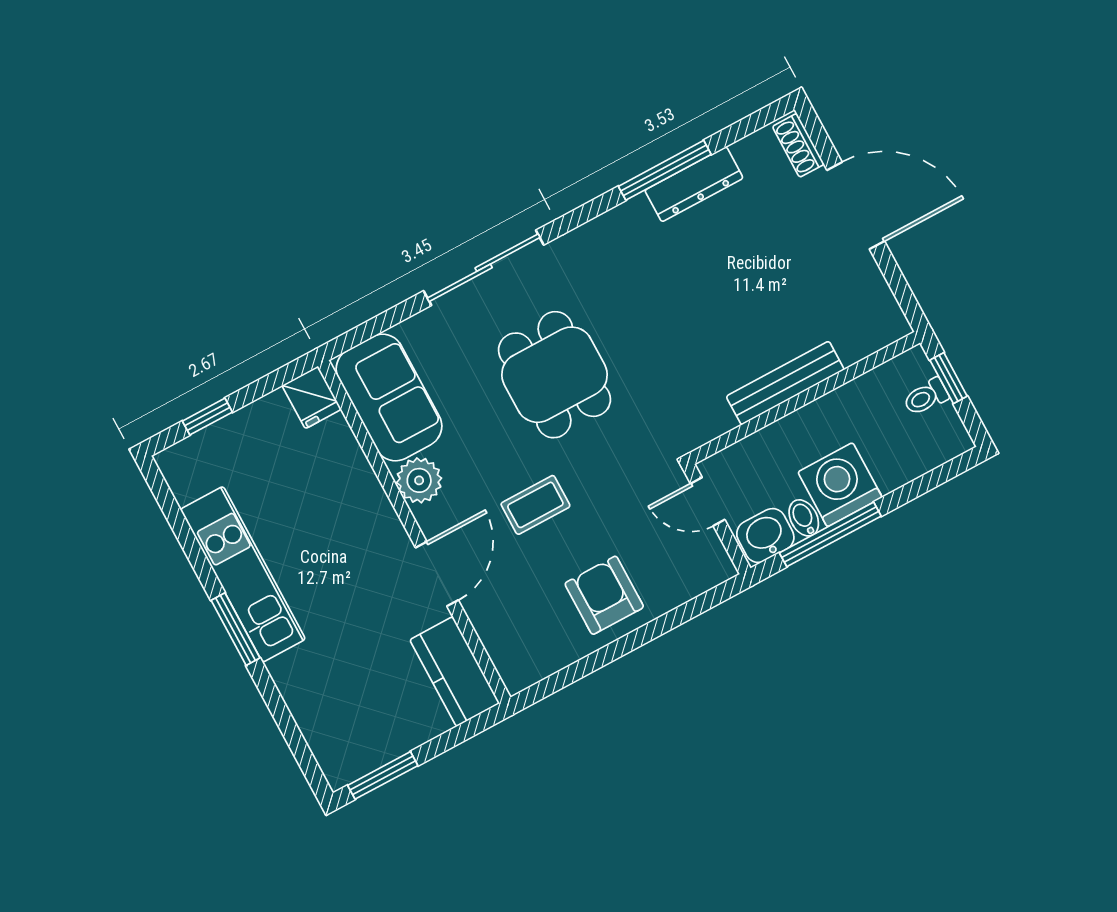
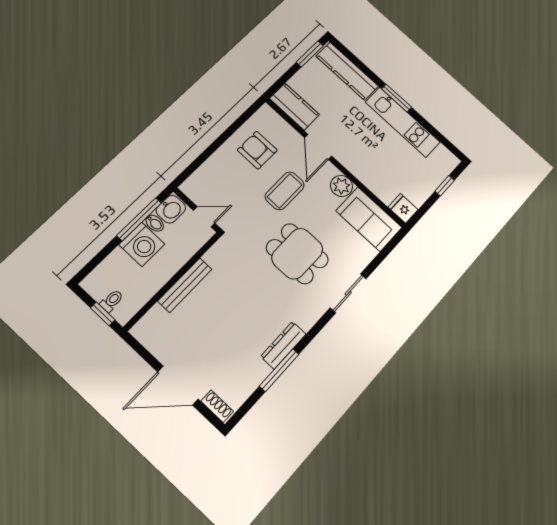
dresser: (694, 184) -> (283, 345), moved
sliding door: (484, 268) -> (348, 293), width x0.73
coffee table: (535, 505) -> (285, 191), width x1.36, depth x1.30
armchair: (604, 595) -> (257, 150), moved, turned 180
kitchen counter: (318, 716) -> (347, 71), added

